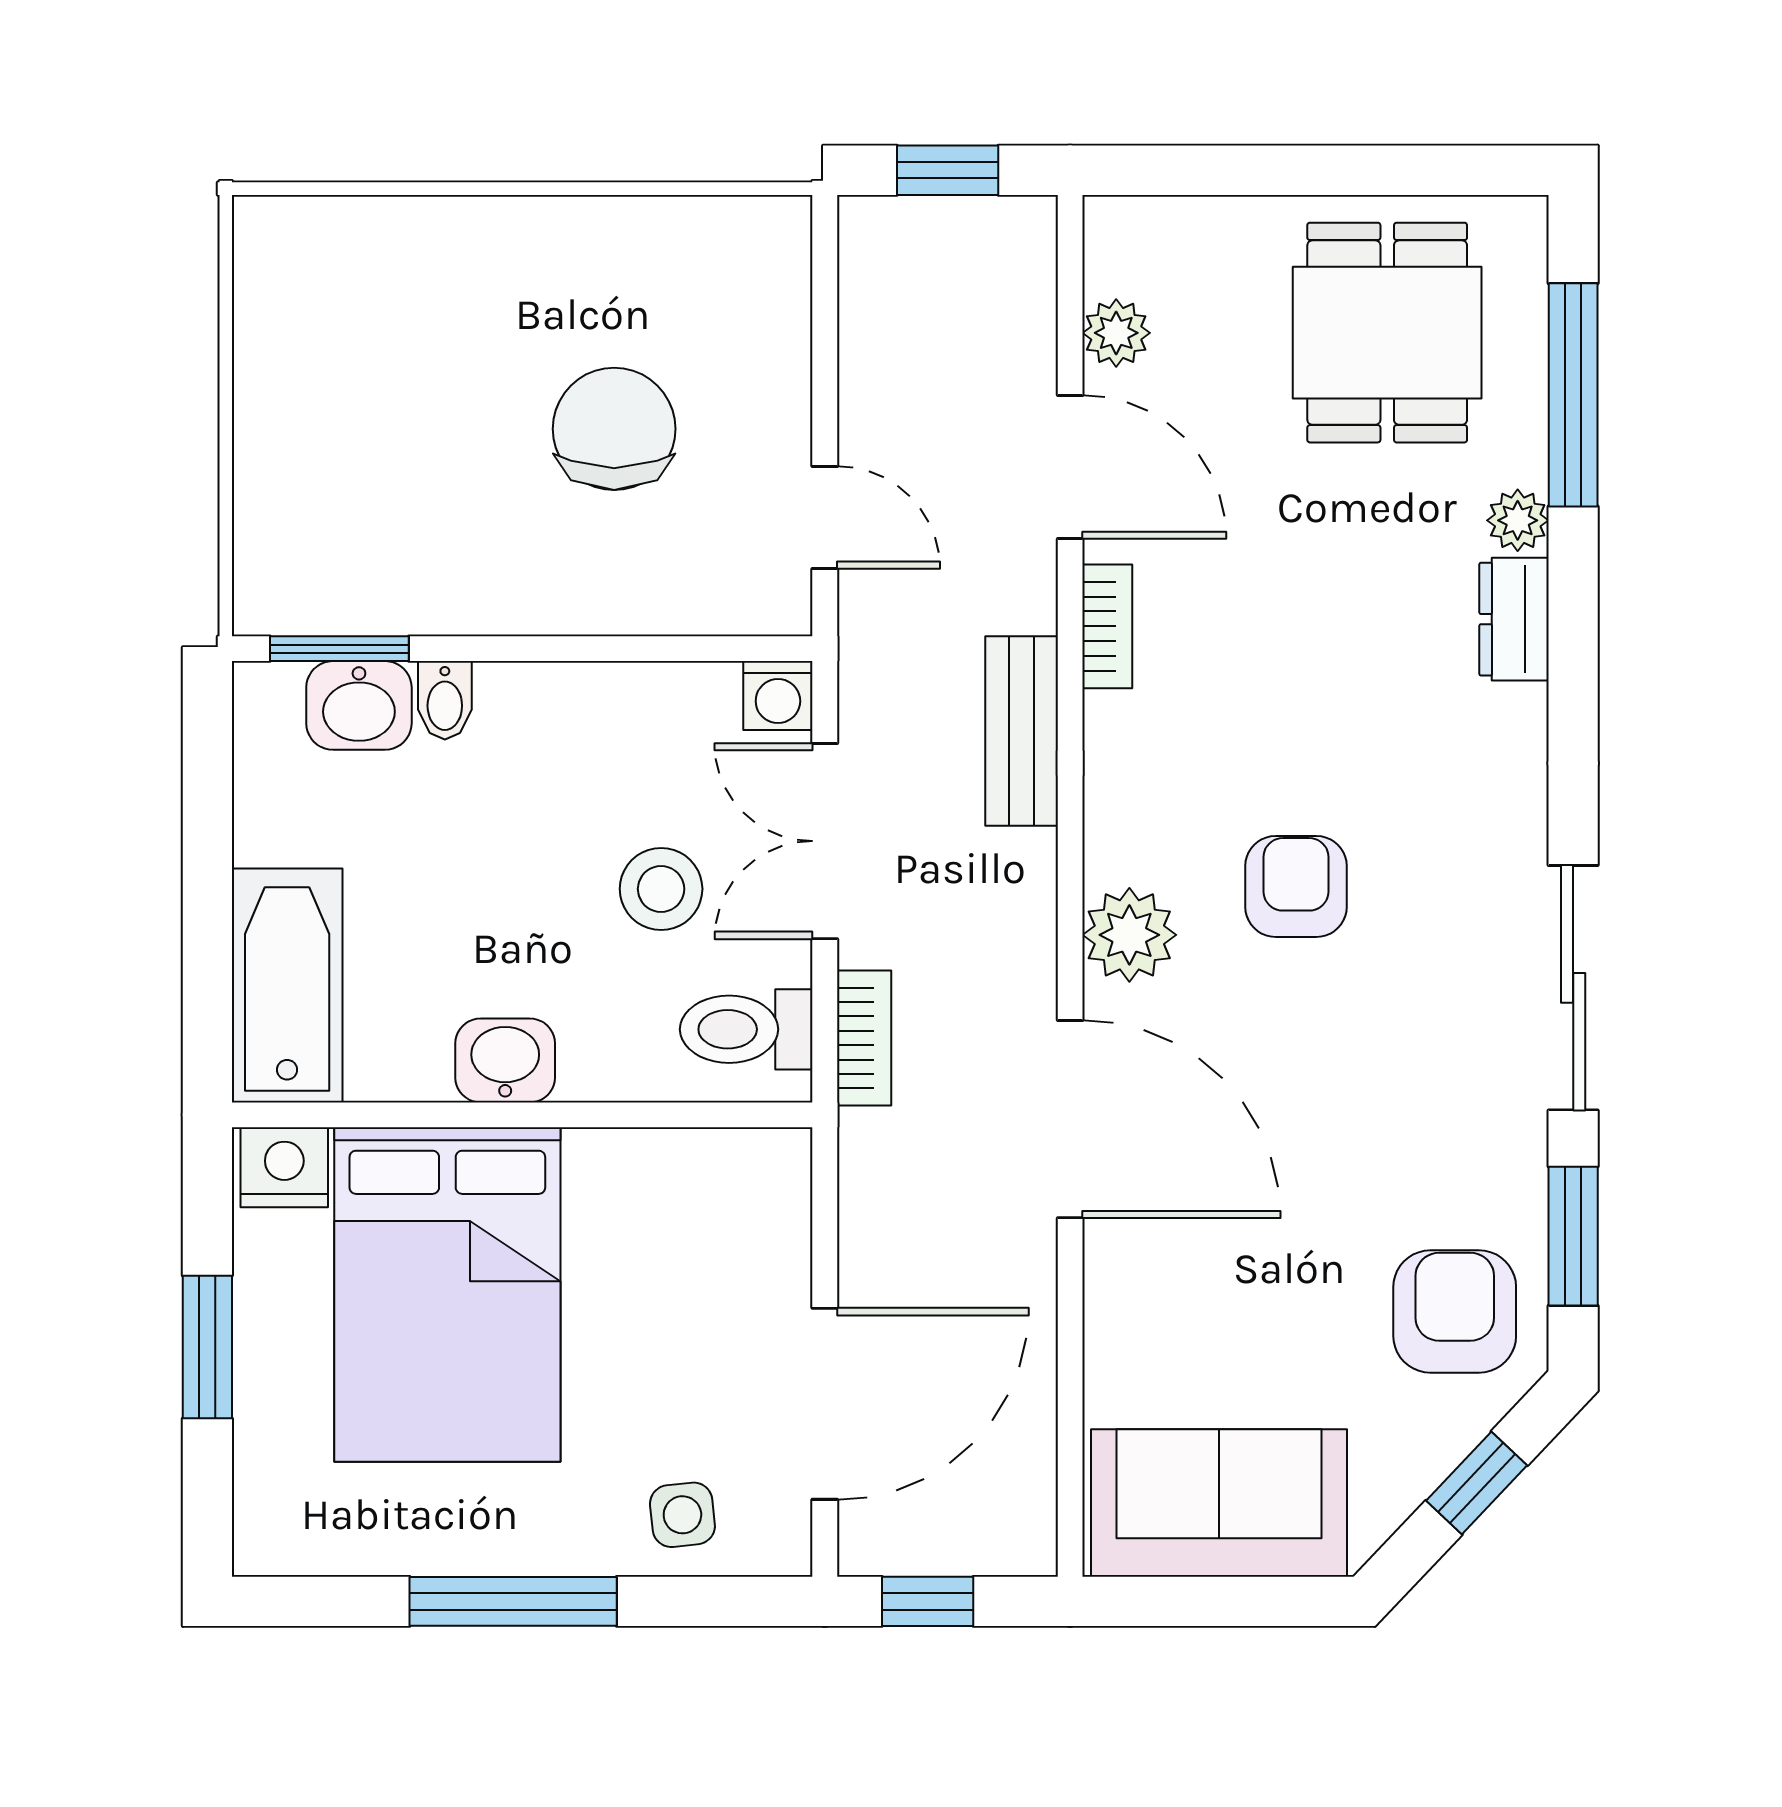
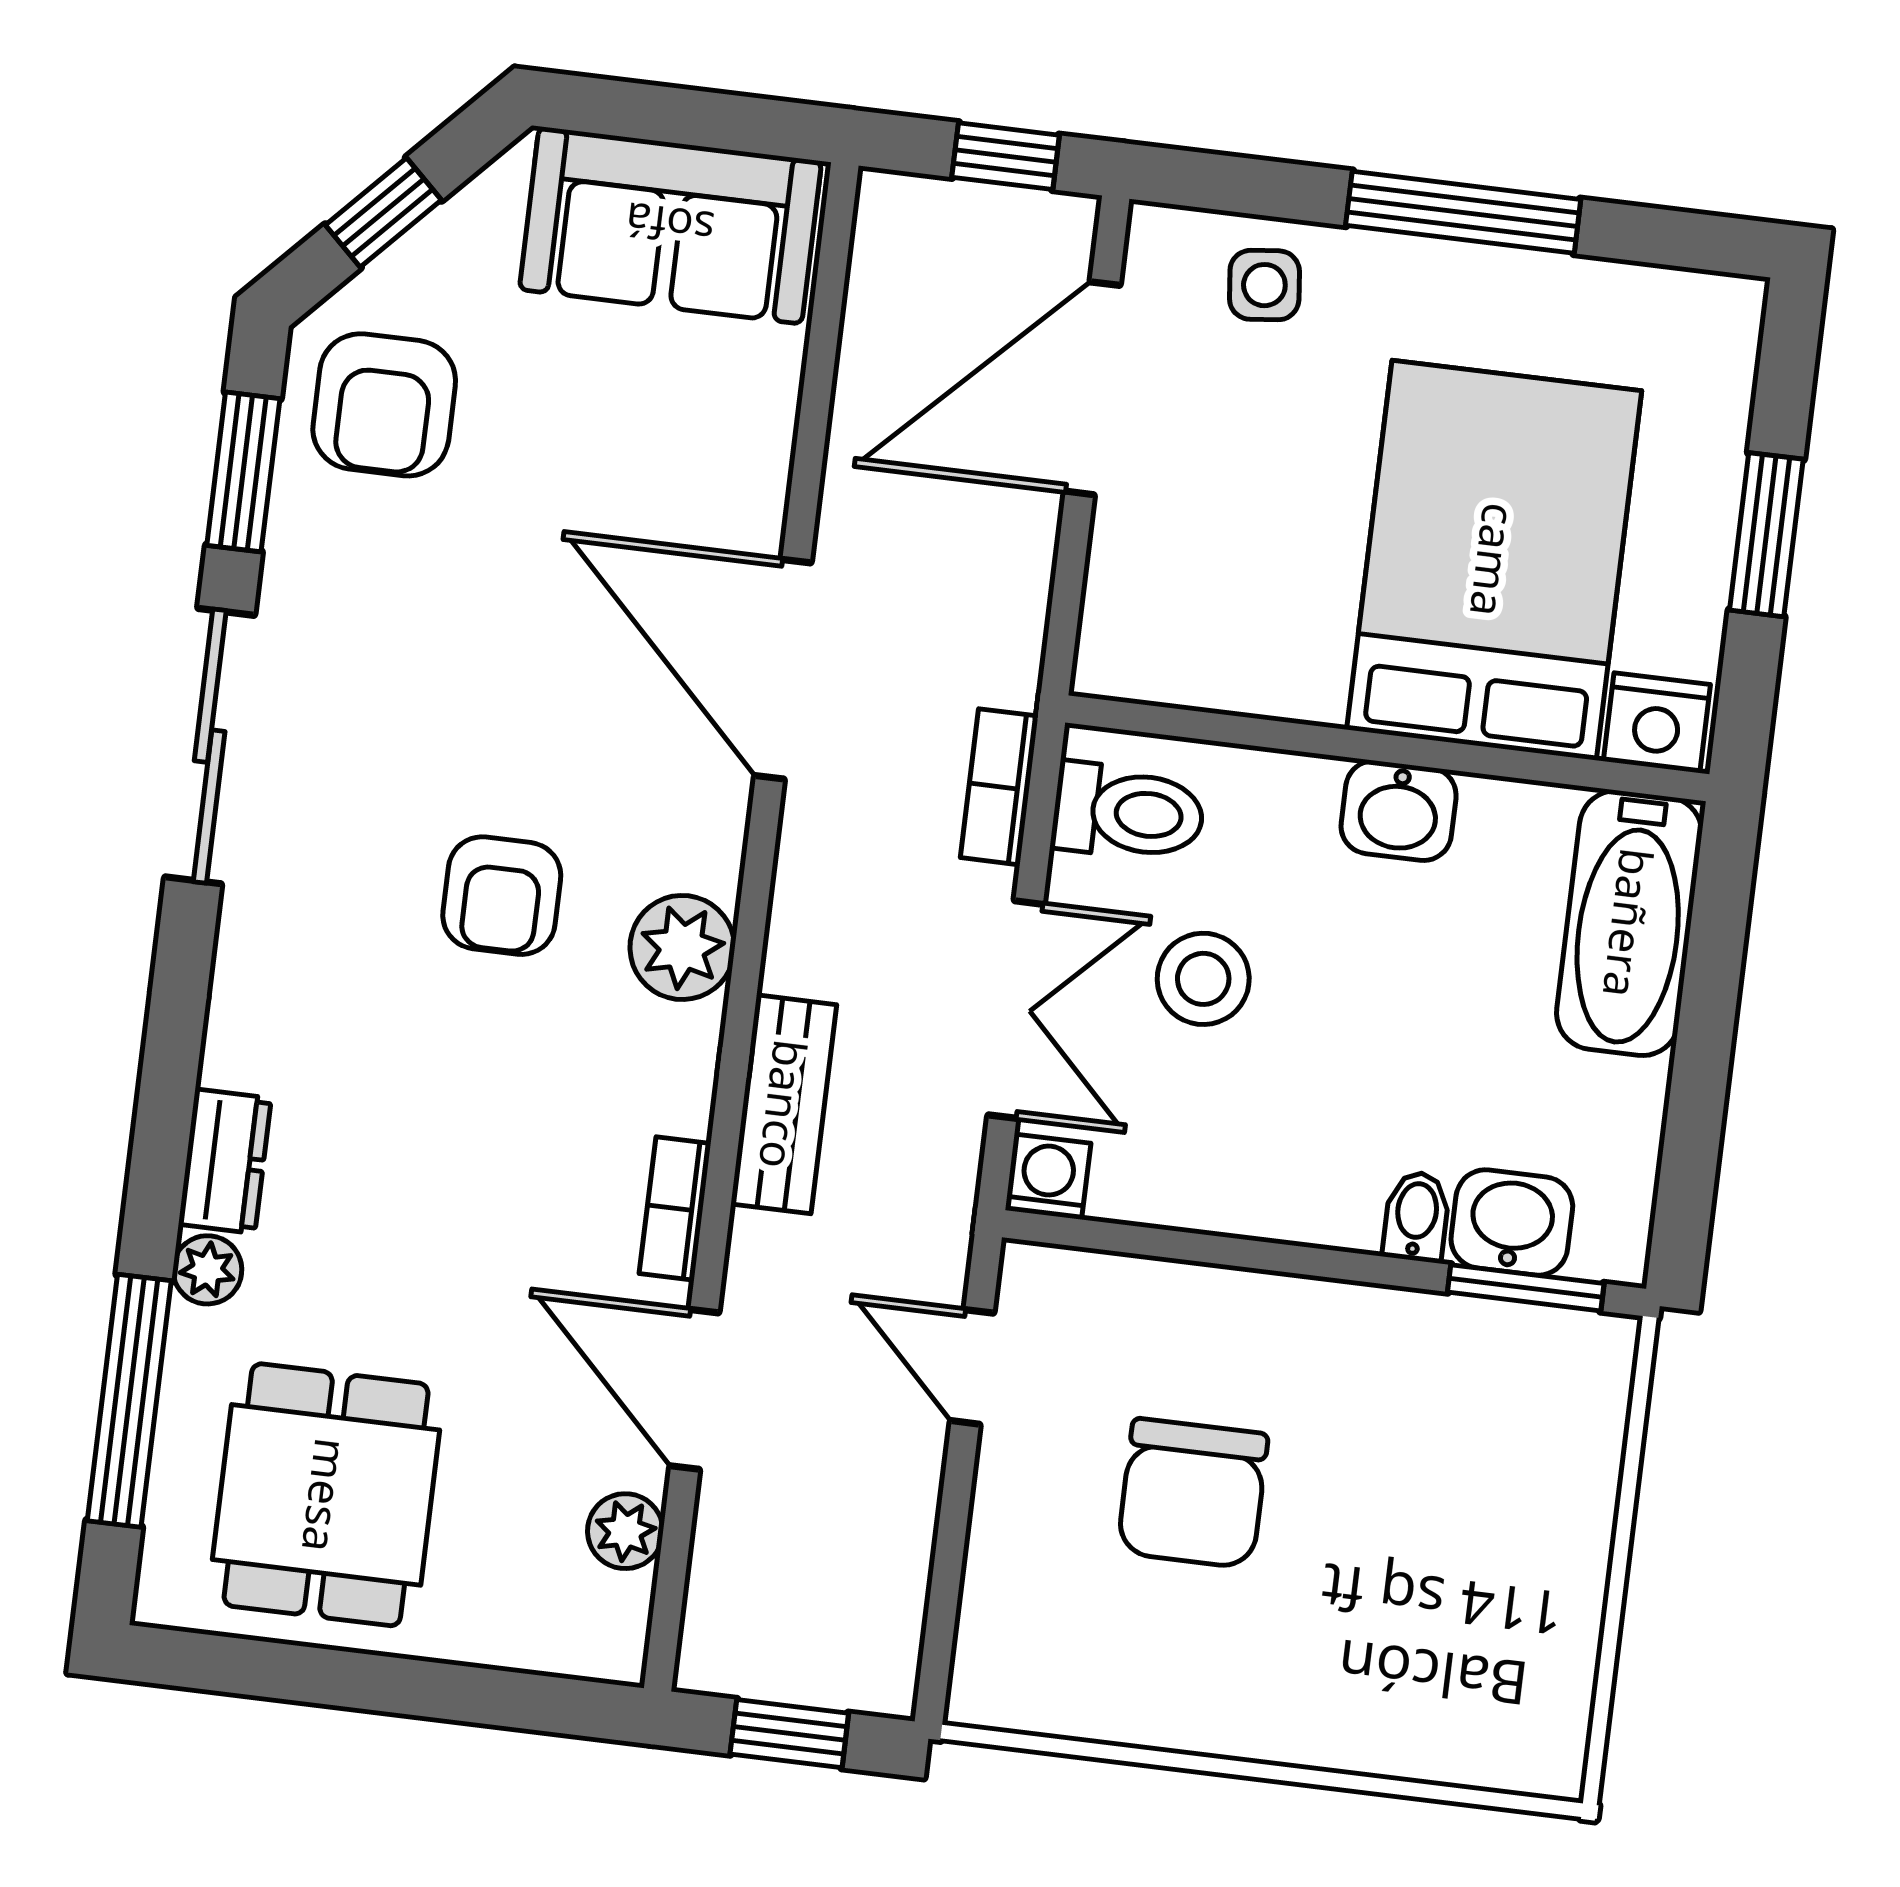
plant: (1129, 935) -> (682, 947), moved

